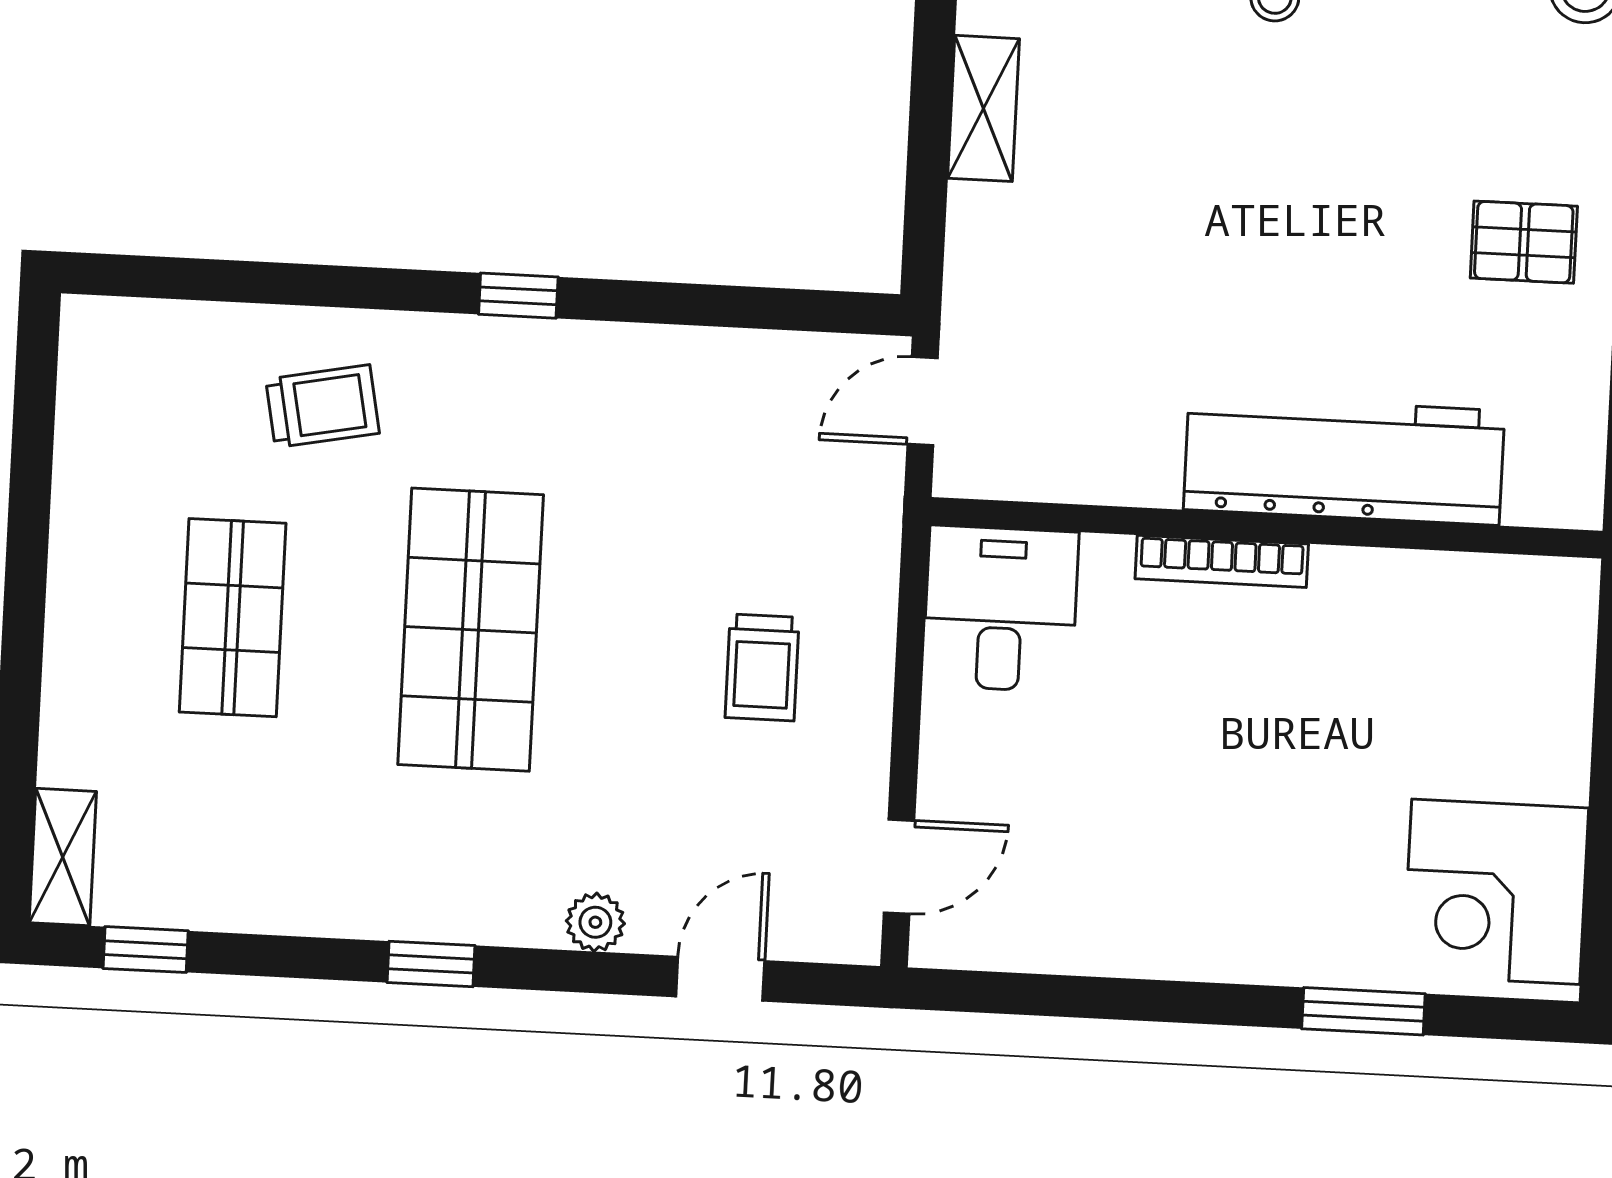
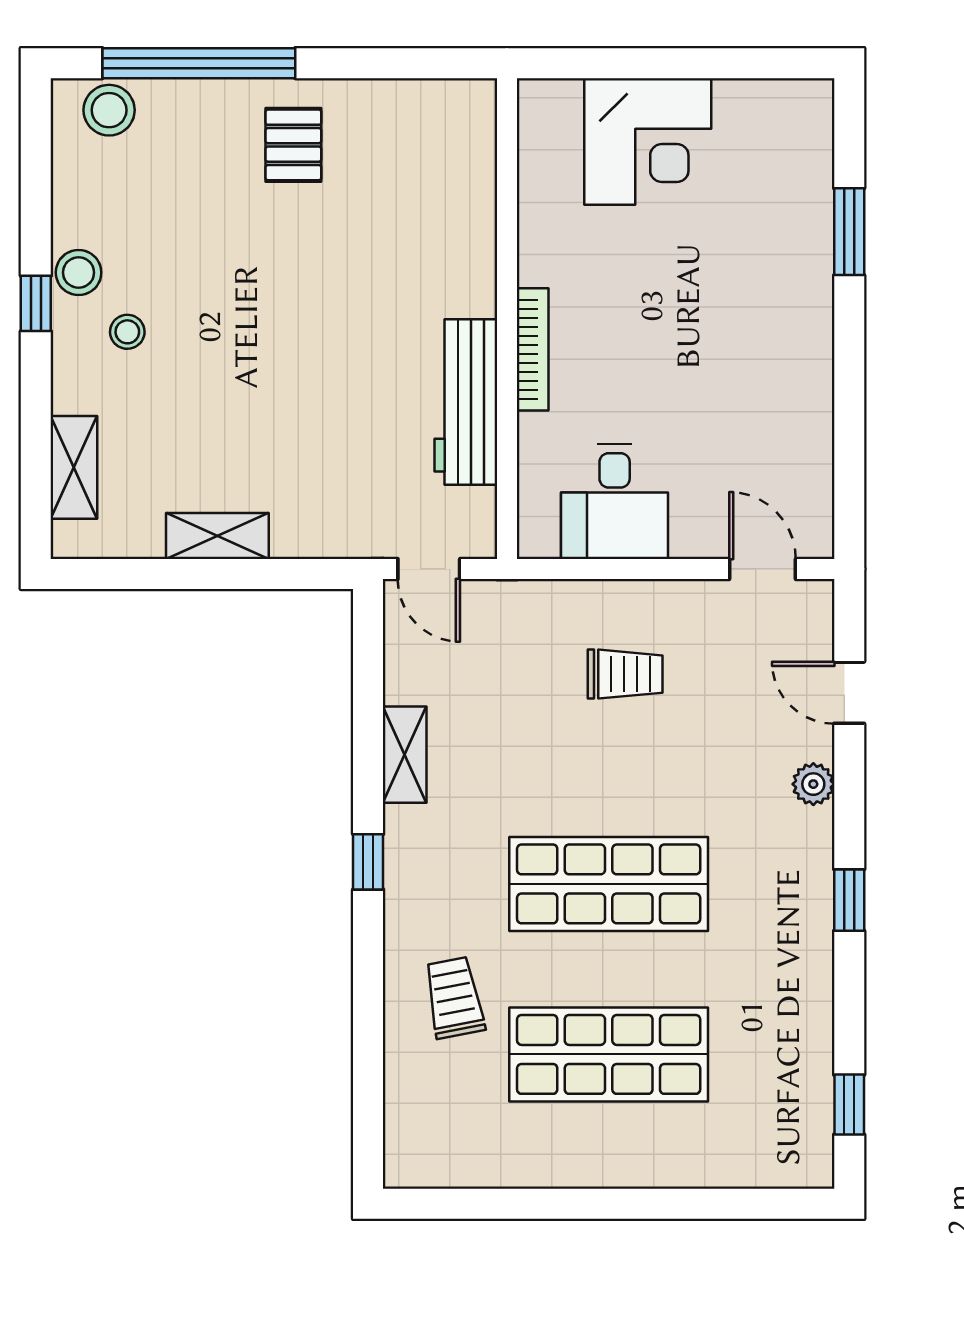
workbench: (1344, 460) -> (466, 402), moved, width x0.73, depth x0.76
desk: (1001, 609) -> (615, 501), moved, turned -90
shop shelf: (233, 618) -> (609, 1054), width x1.43, depth x1.36
shelving: (63, 857) -> (405, 755), moved, turned 90
corner desk: (1496, 892) -> (648, 141), moved

